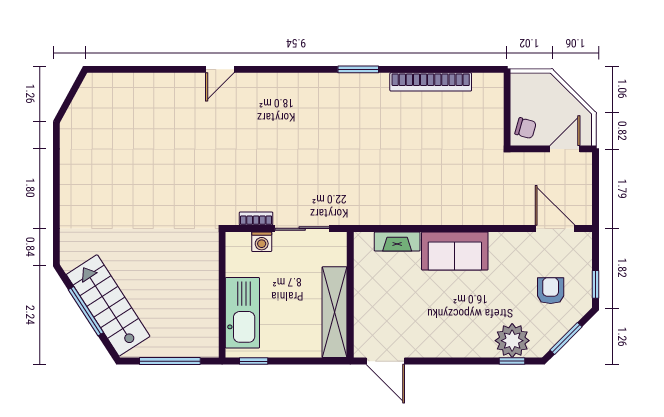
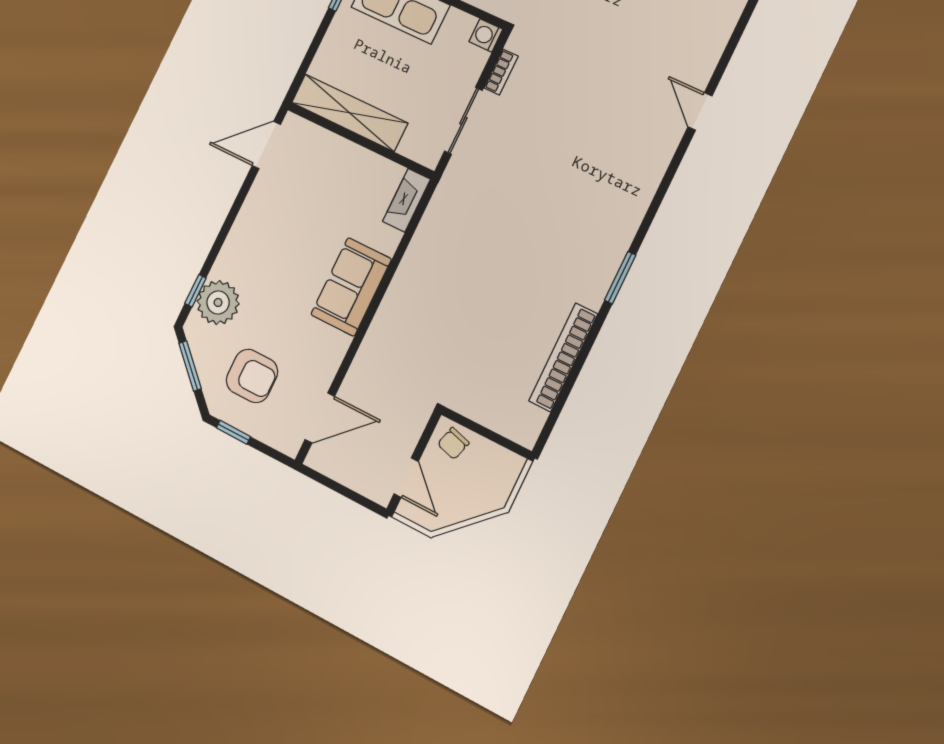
fireplace: (397, 241) -> (406, 200), moved
washing machine: (262, 242) -> (486, 35), moved
armchair: (551, 291) -> (252, 376), width x1.38, depth x1.38

